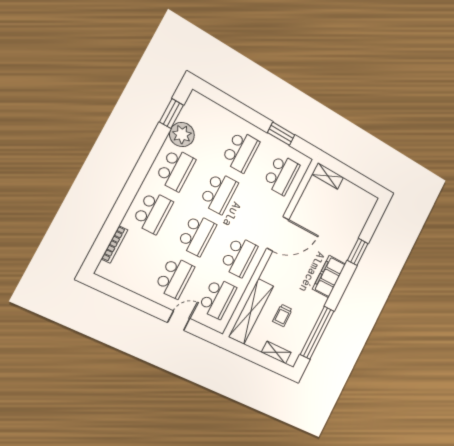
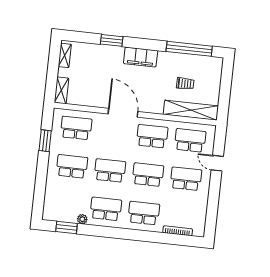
plant: (182, 135) -> (82, 219), width x0.53, depth x0.53
shelving: (276, 352) -> (65, 55), moved

